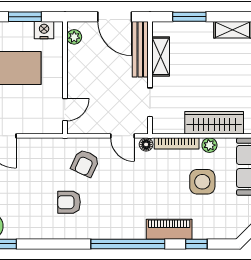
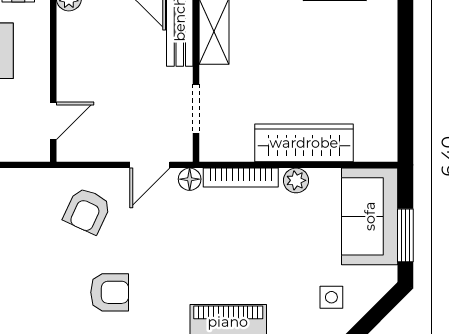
door: (122, 136) -> (150, 165), hinge flipped
side table: (202, 182) -> (331, 297), moved, width x0.54, depth x0.54
armchair: (69, 202) -> (110, 292), moved, turned 180

